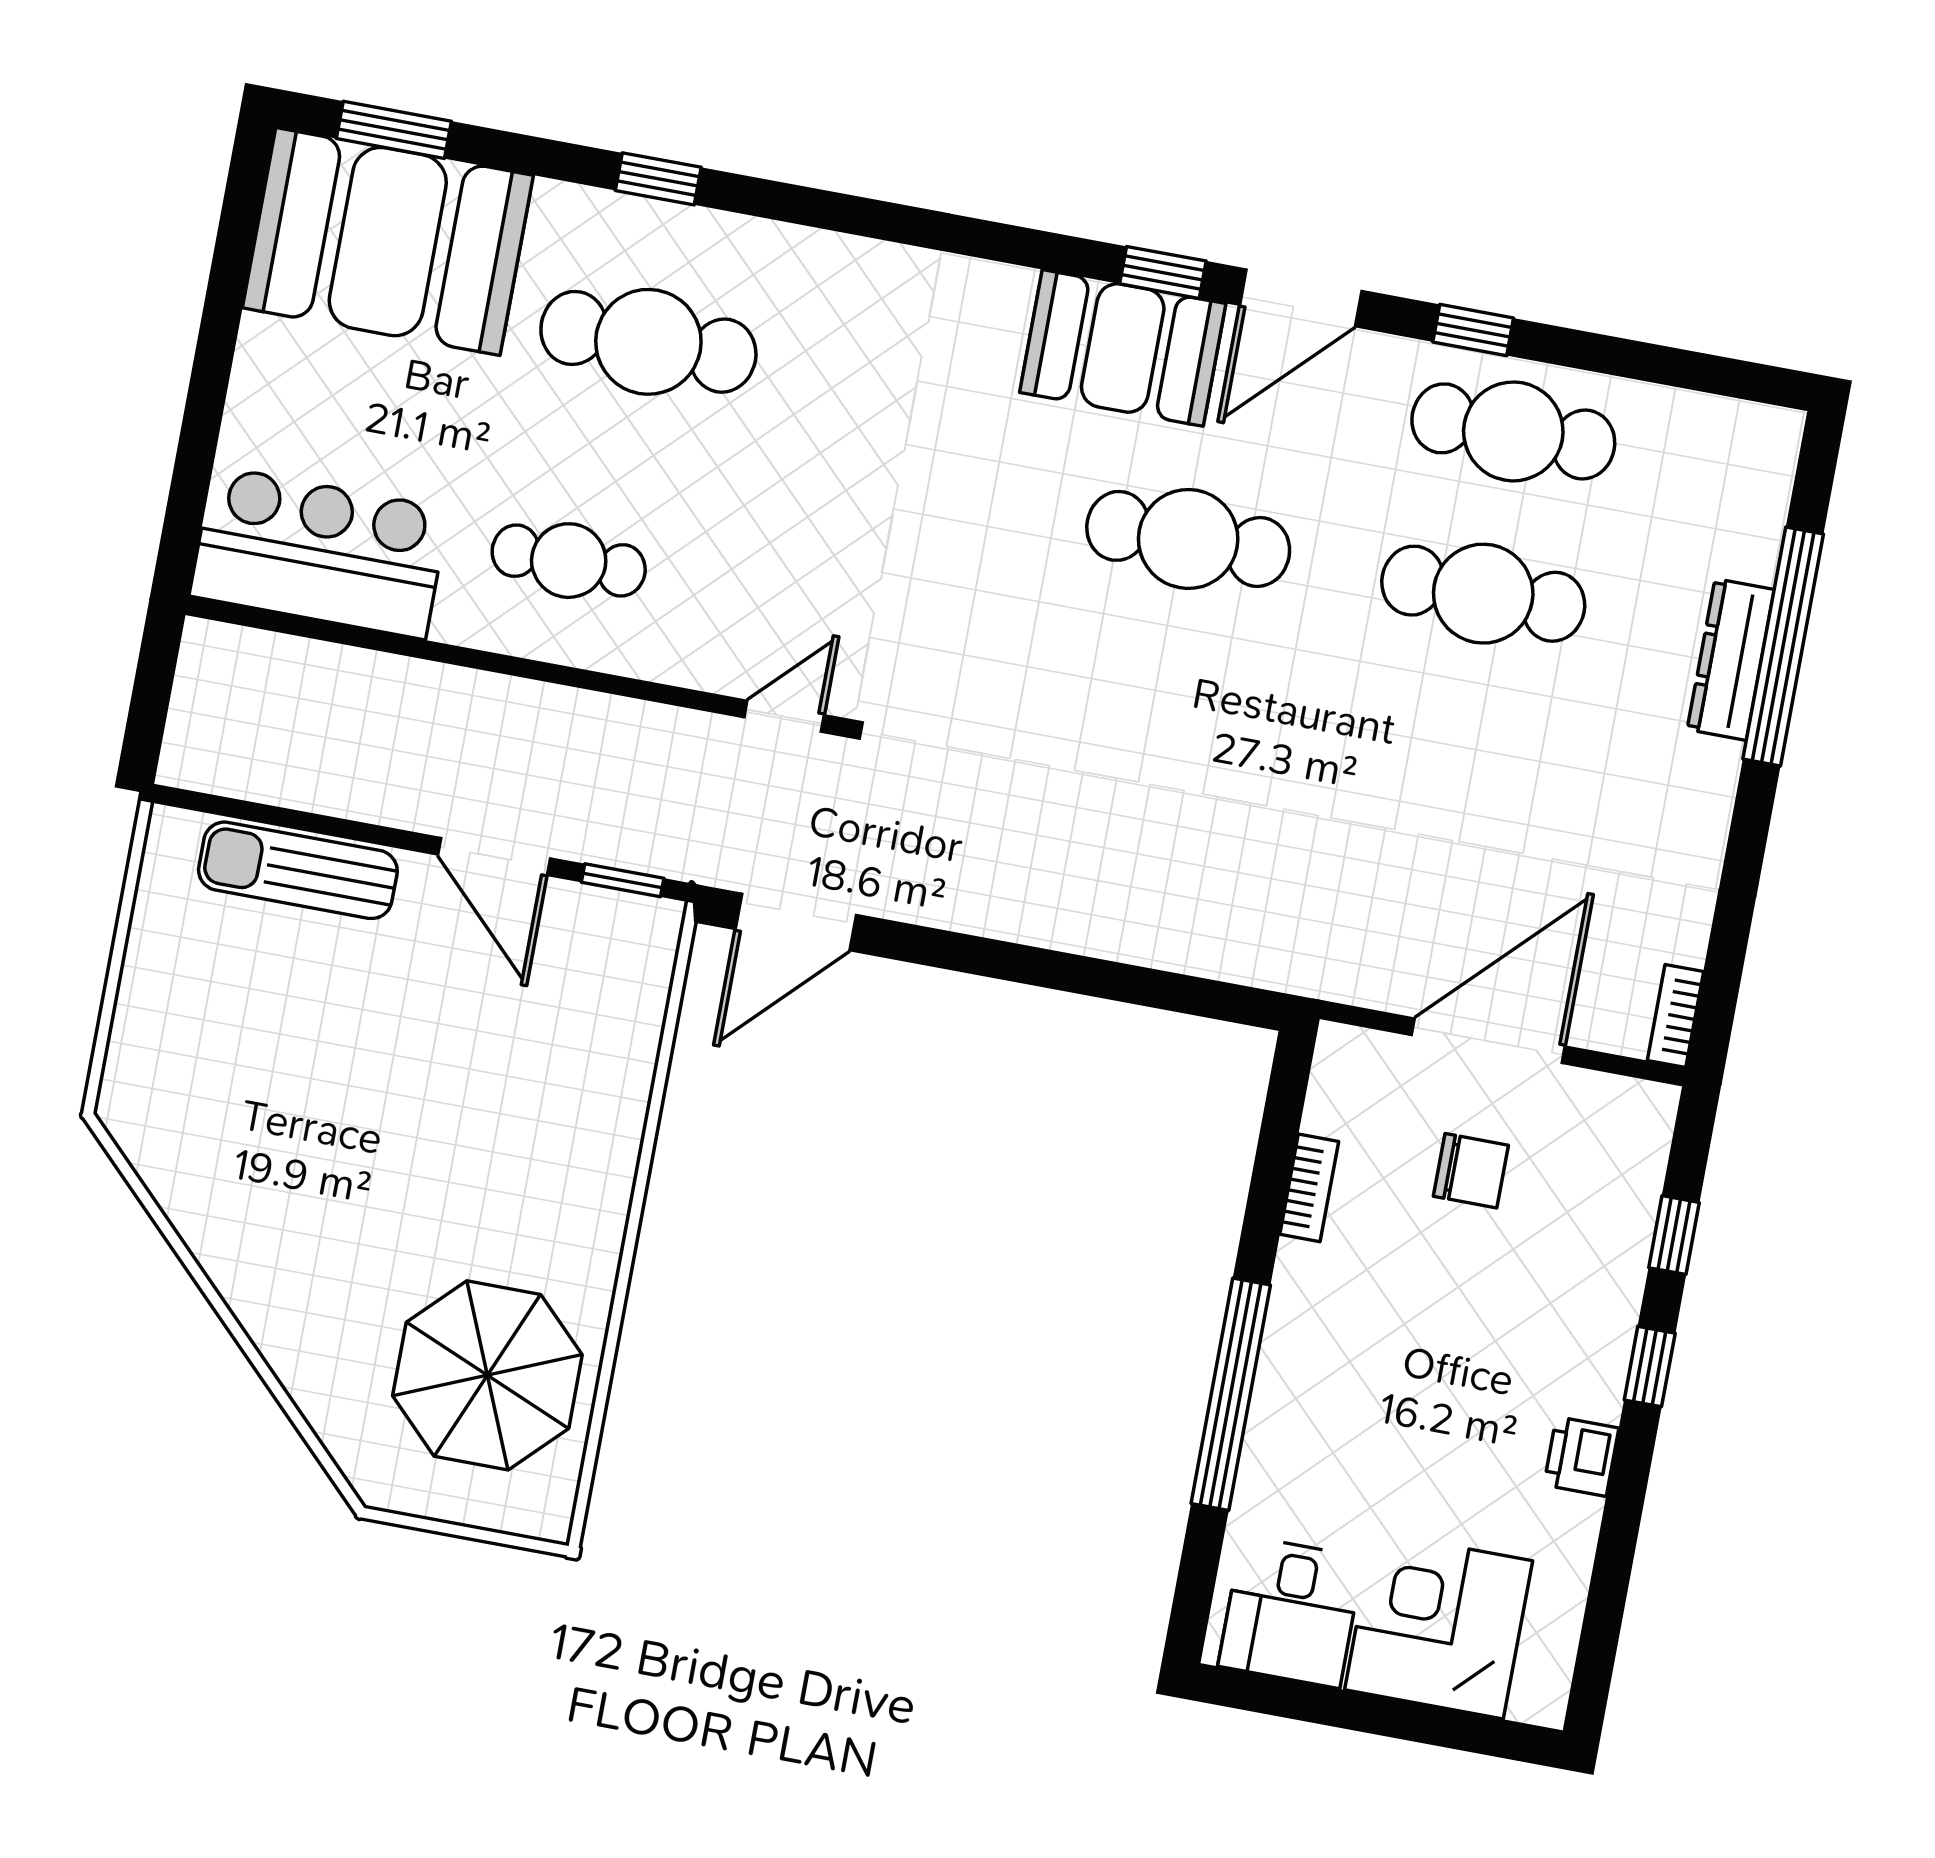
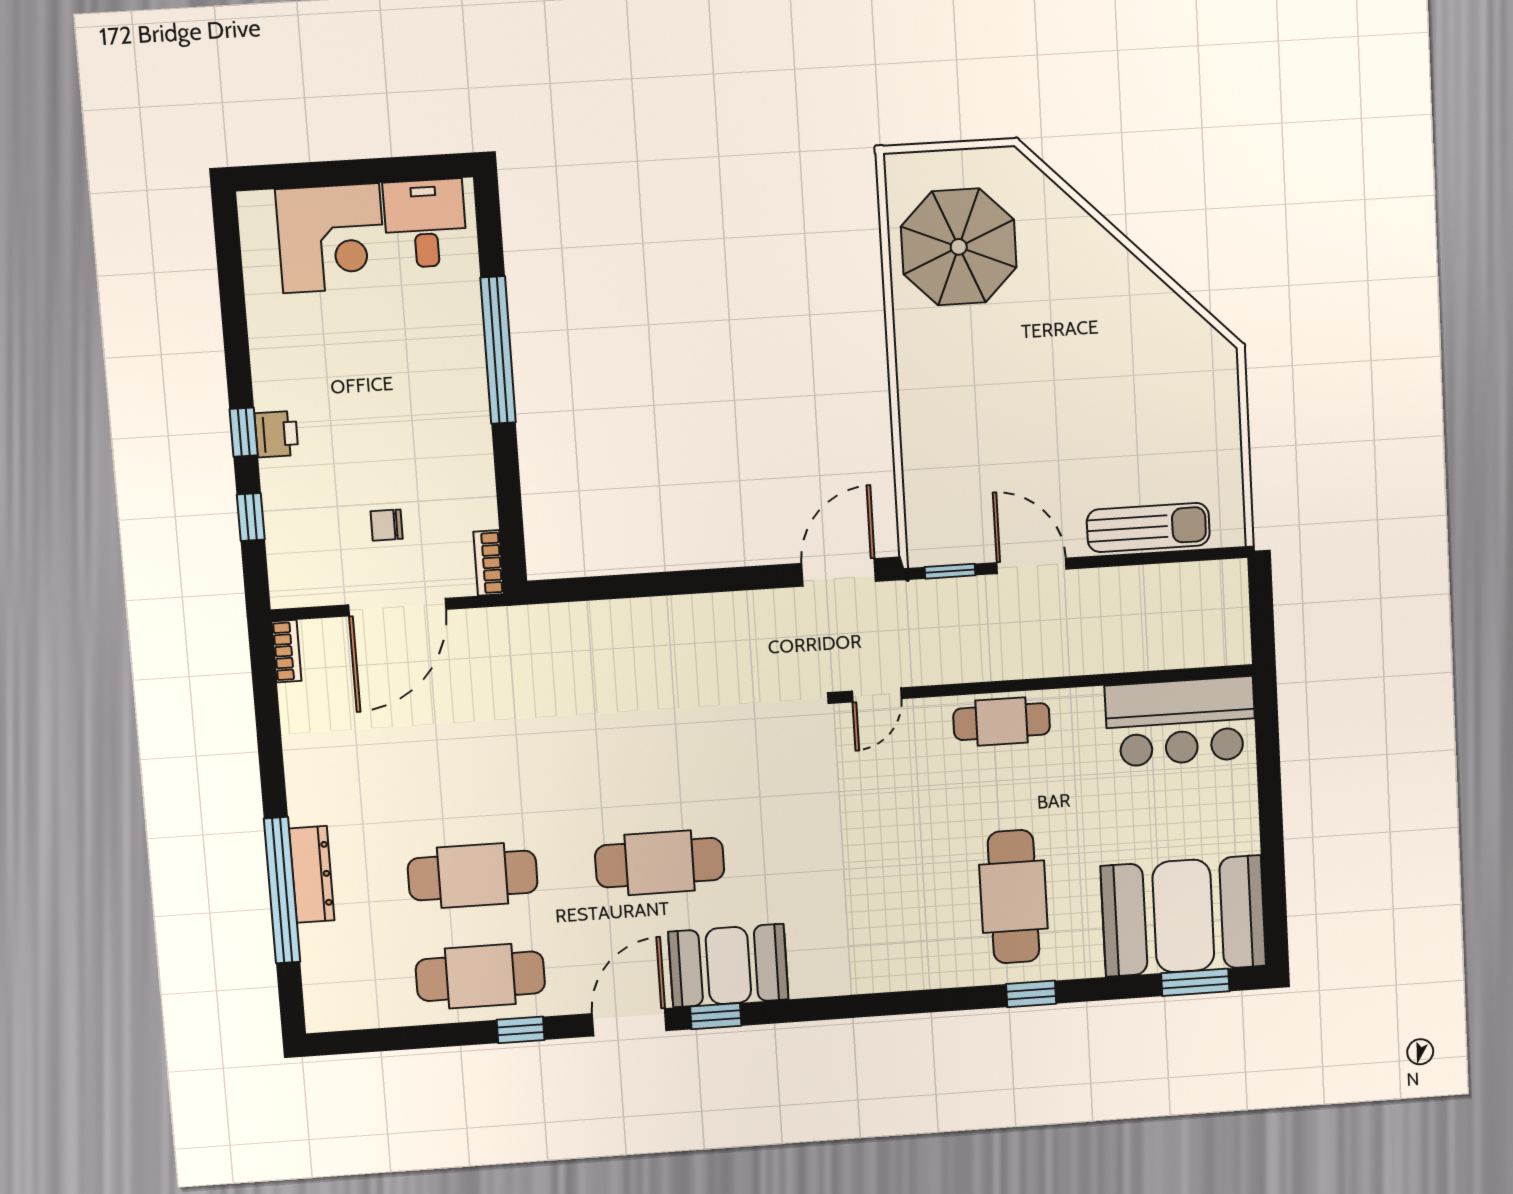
cafe table: (648, 342) -> (1013, 897), turned 90
cafe table: (569, 561) -> (1002, 722), moved
chair: (1471, 1171) -> (387, 525), width x0.73, depth x0.73
bookcase: (1309, 1188) -> (489, 563), moved
printer: (1581, 1457) -> (276, 434), moved

